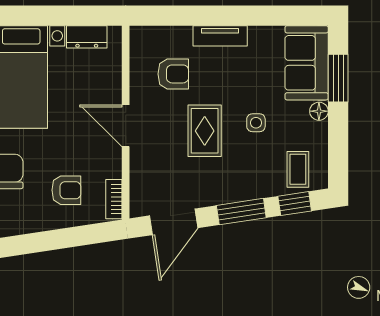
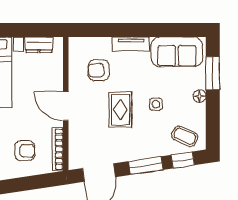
sofa: (307, 63) -> (177, 52), moved, turned -90
armchair: (173, 74) -> (99, 70), turned 180
coffee table: (298, 169) -> (185, 136), turned -66
bookcase: (114, 199) -> (58, 149), width x1.56

